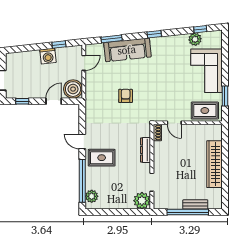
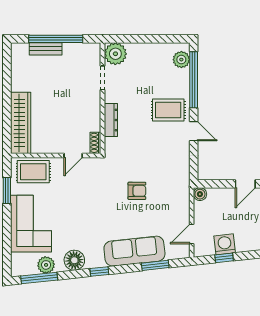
window: (200, 29) -> (39, 278), width x2.17
floor lamp: (173, 43) -> (74, 260), added
washing machine: (48, 56) -> (225, 244), moved
boiler: (73, 89) -> (200, 194), width x0.54, depth x0.54
armchair: (126, 96) -> (137, 191), turned -90
door: (54, 101) -> (245, 184), moved
door: (174, 123) -> (73, 156), swing flipped
wardrobe: (214, 164) -> (21, 123), moved

